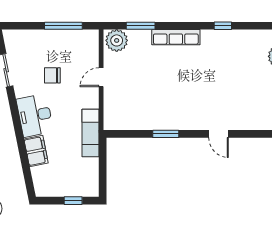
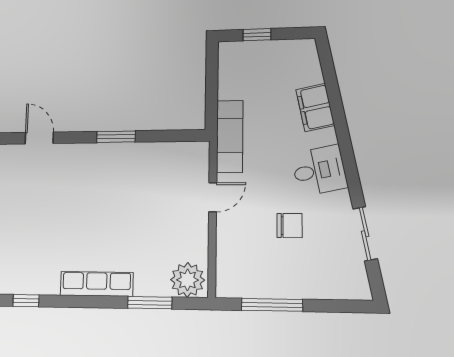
door: (101, 77) -> (213, 197), moved
desk: (35, 115) -> (319, 170), width x0.73

